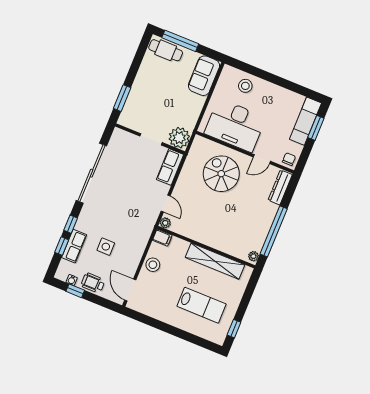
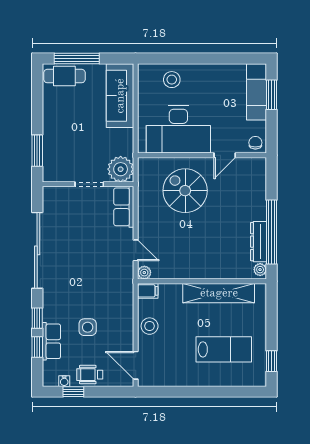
sofa: (204, 76) -> (120, 96), width x1.36
dresser: (280, 187) -> (258, 242), moved

